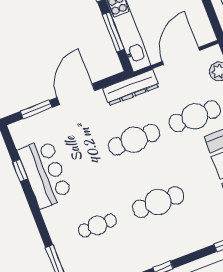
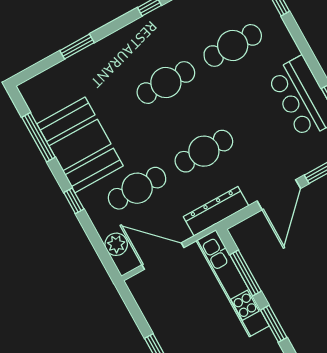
door: (181, 56) -> (163, 256), swing flipped
cafe table: (97, 226) -> (233, 45), width x1.37, depth x1.35

